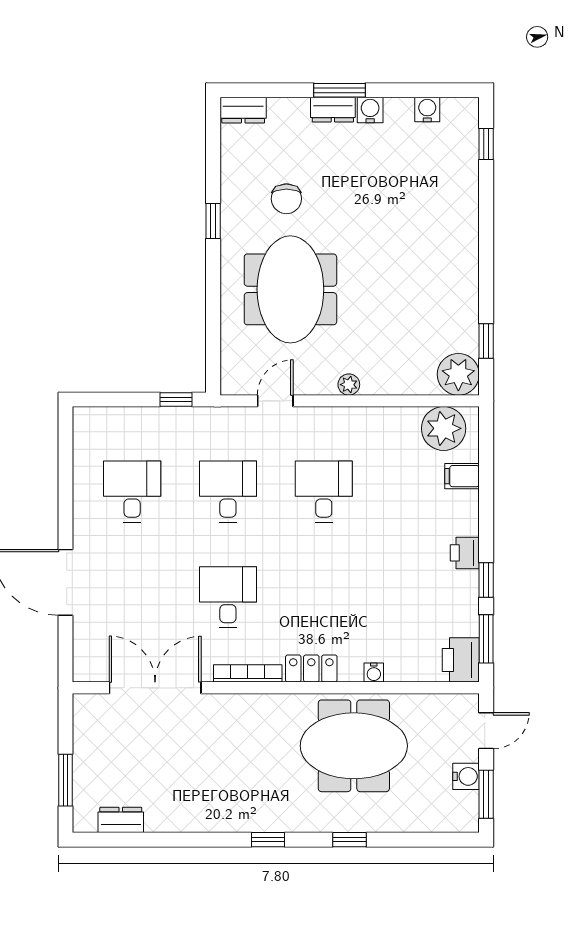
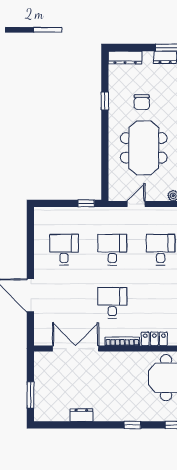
dresser: (243, 110) -> (125, 58), width x1.44
window: (213, 221) -> (105, 101), moved
dresser: (121, 820) -> (81, 415), moved

